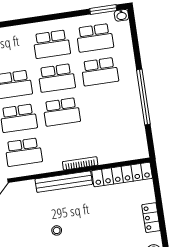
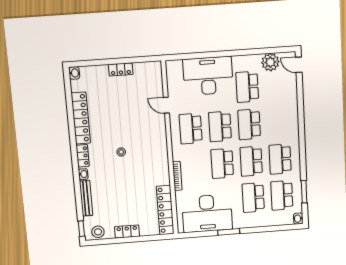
window: (103, 9) -> (304, 192), moved
window: (143, 97) -> (229, 232), width x0.47
desk: (123, 125) -> (207, 213), added
bench: (64, 182) -> (163, 161), removed

